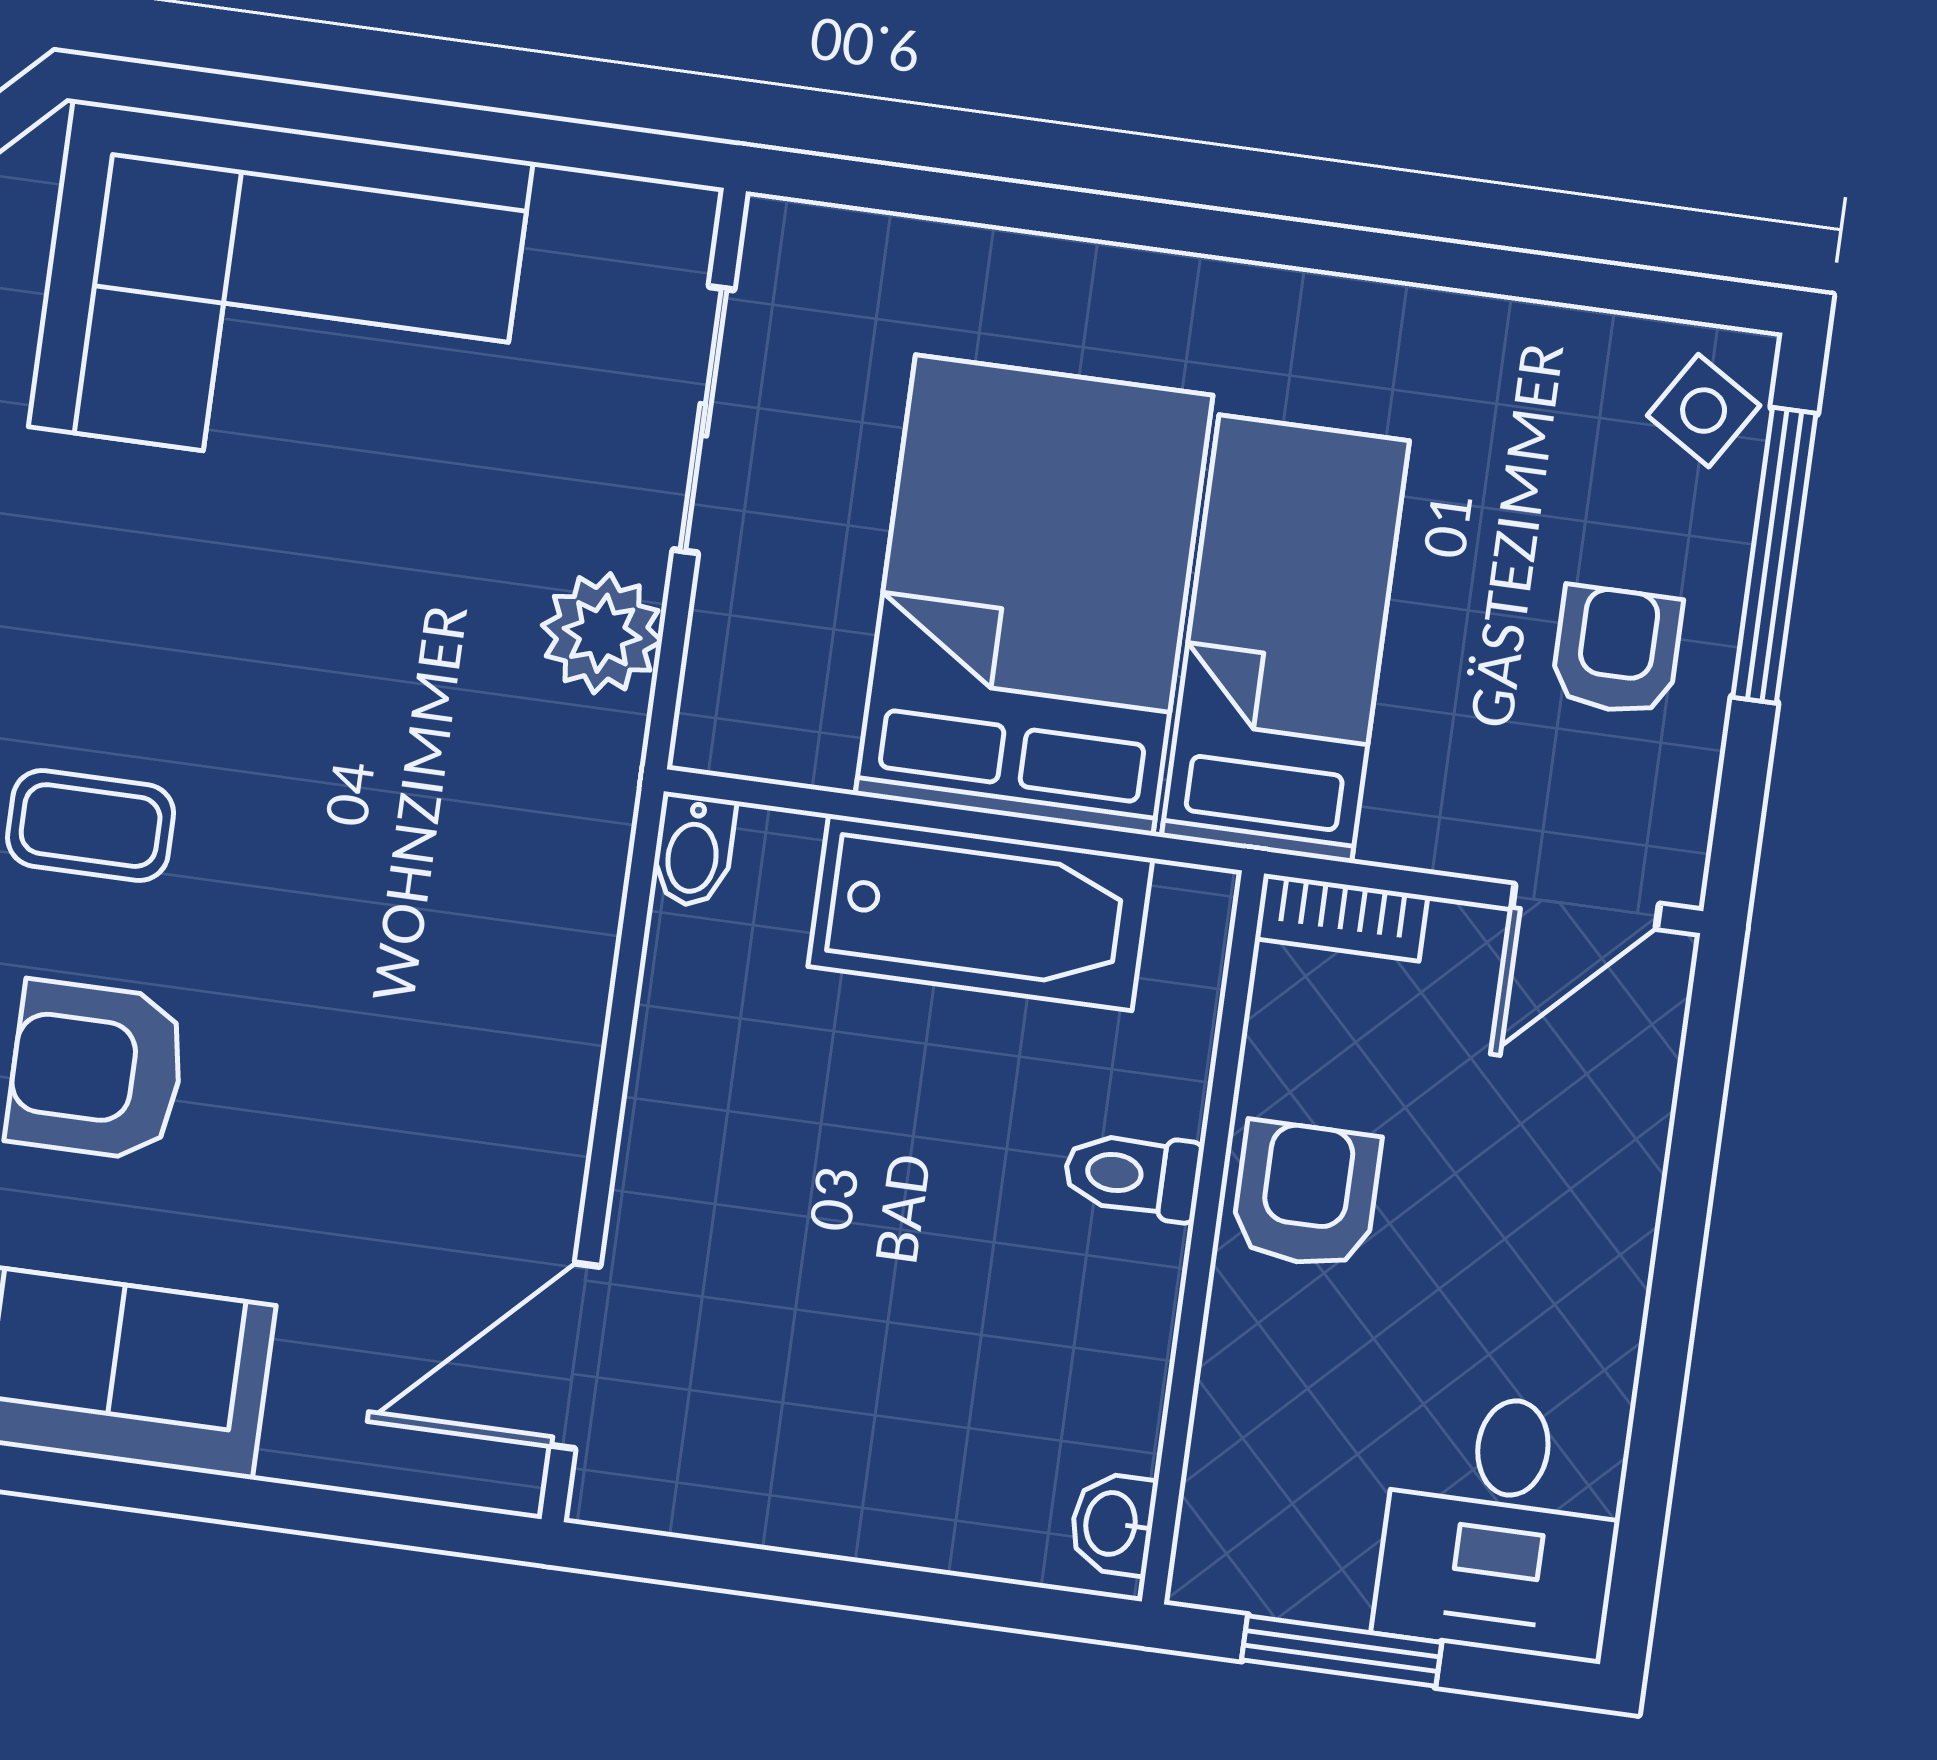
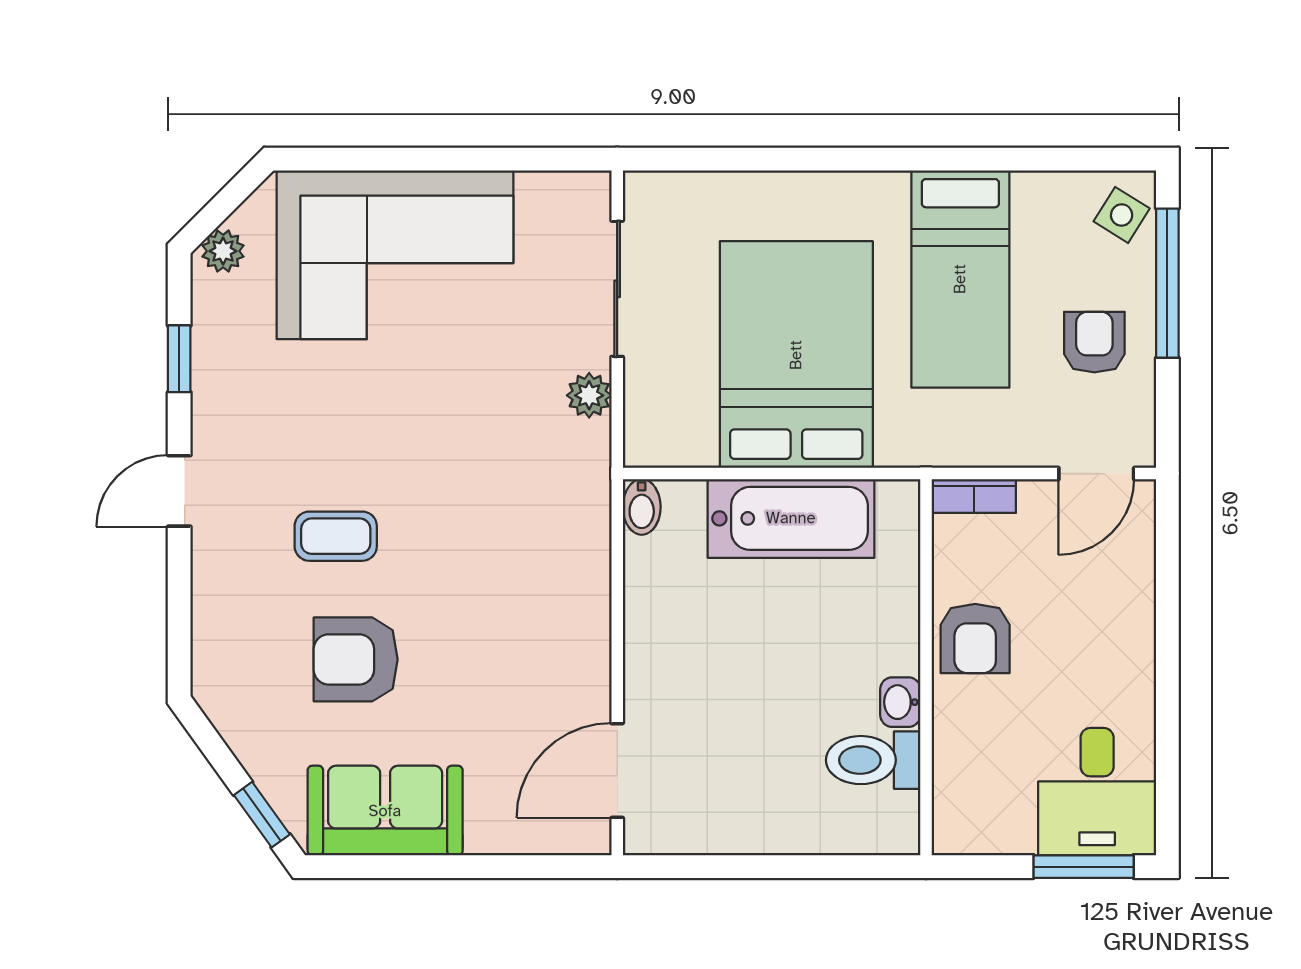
plant: (602, 633) -> (589, 395), width x0.73, depth x0.73
bed: (1285, 639) -> (960, 279), moved, turned 180
toilet: (1133, 1175) -> (873, 760), moved, width x1.37, depth x1.39
armchair: (1306, 1195) -> (975, 638), turned 180
washbasin: (1113, 1524) -> (900, 702), moved
window: (1342, 1651) -> (1084, 867), moved

